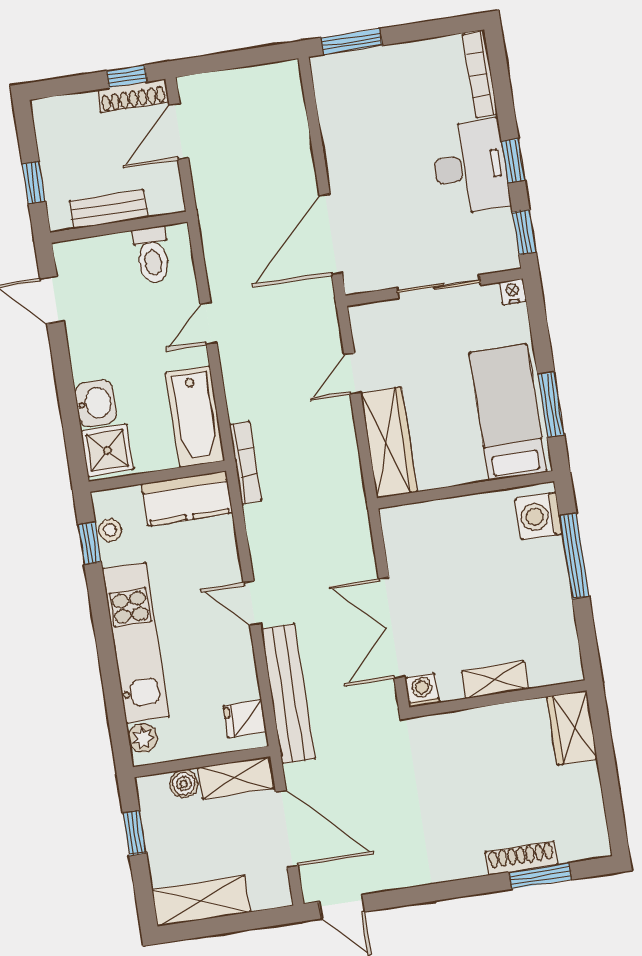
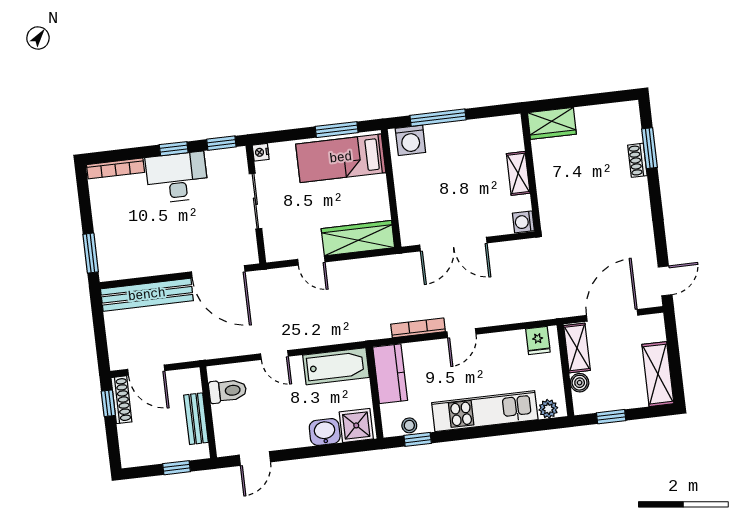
bookcase: (246, 462) -> (418, 328), moved
double door: (392, 628) -> (453, 244), moved
bench: (288, 694) -> (147, 295), moved
shoe rack: (521, 858) -> (637, 160), width x0.70

